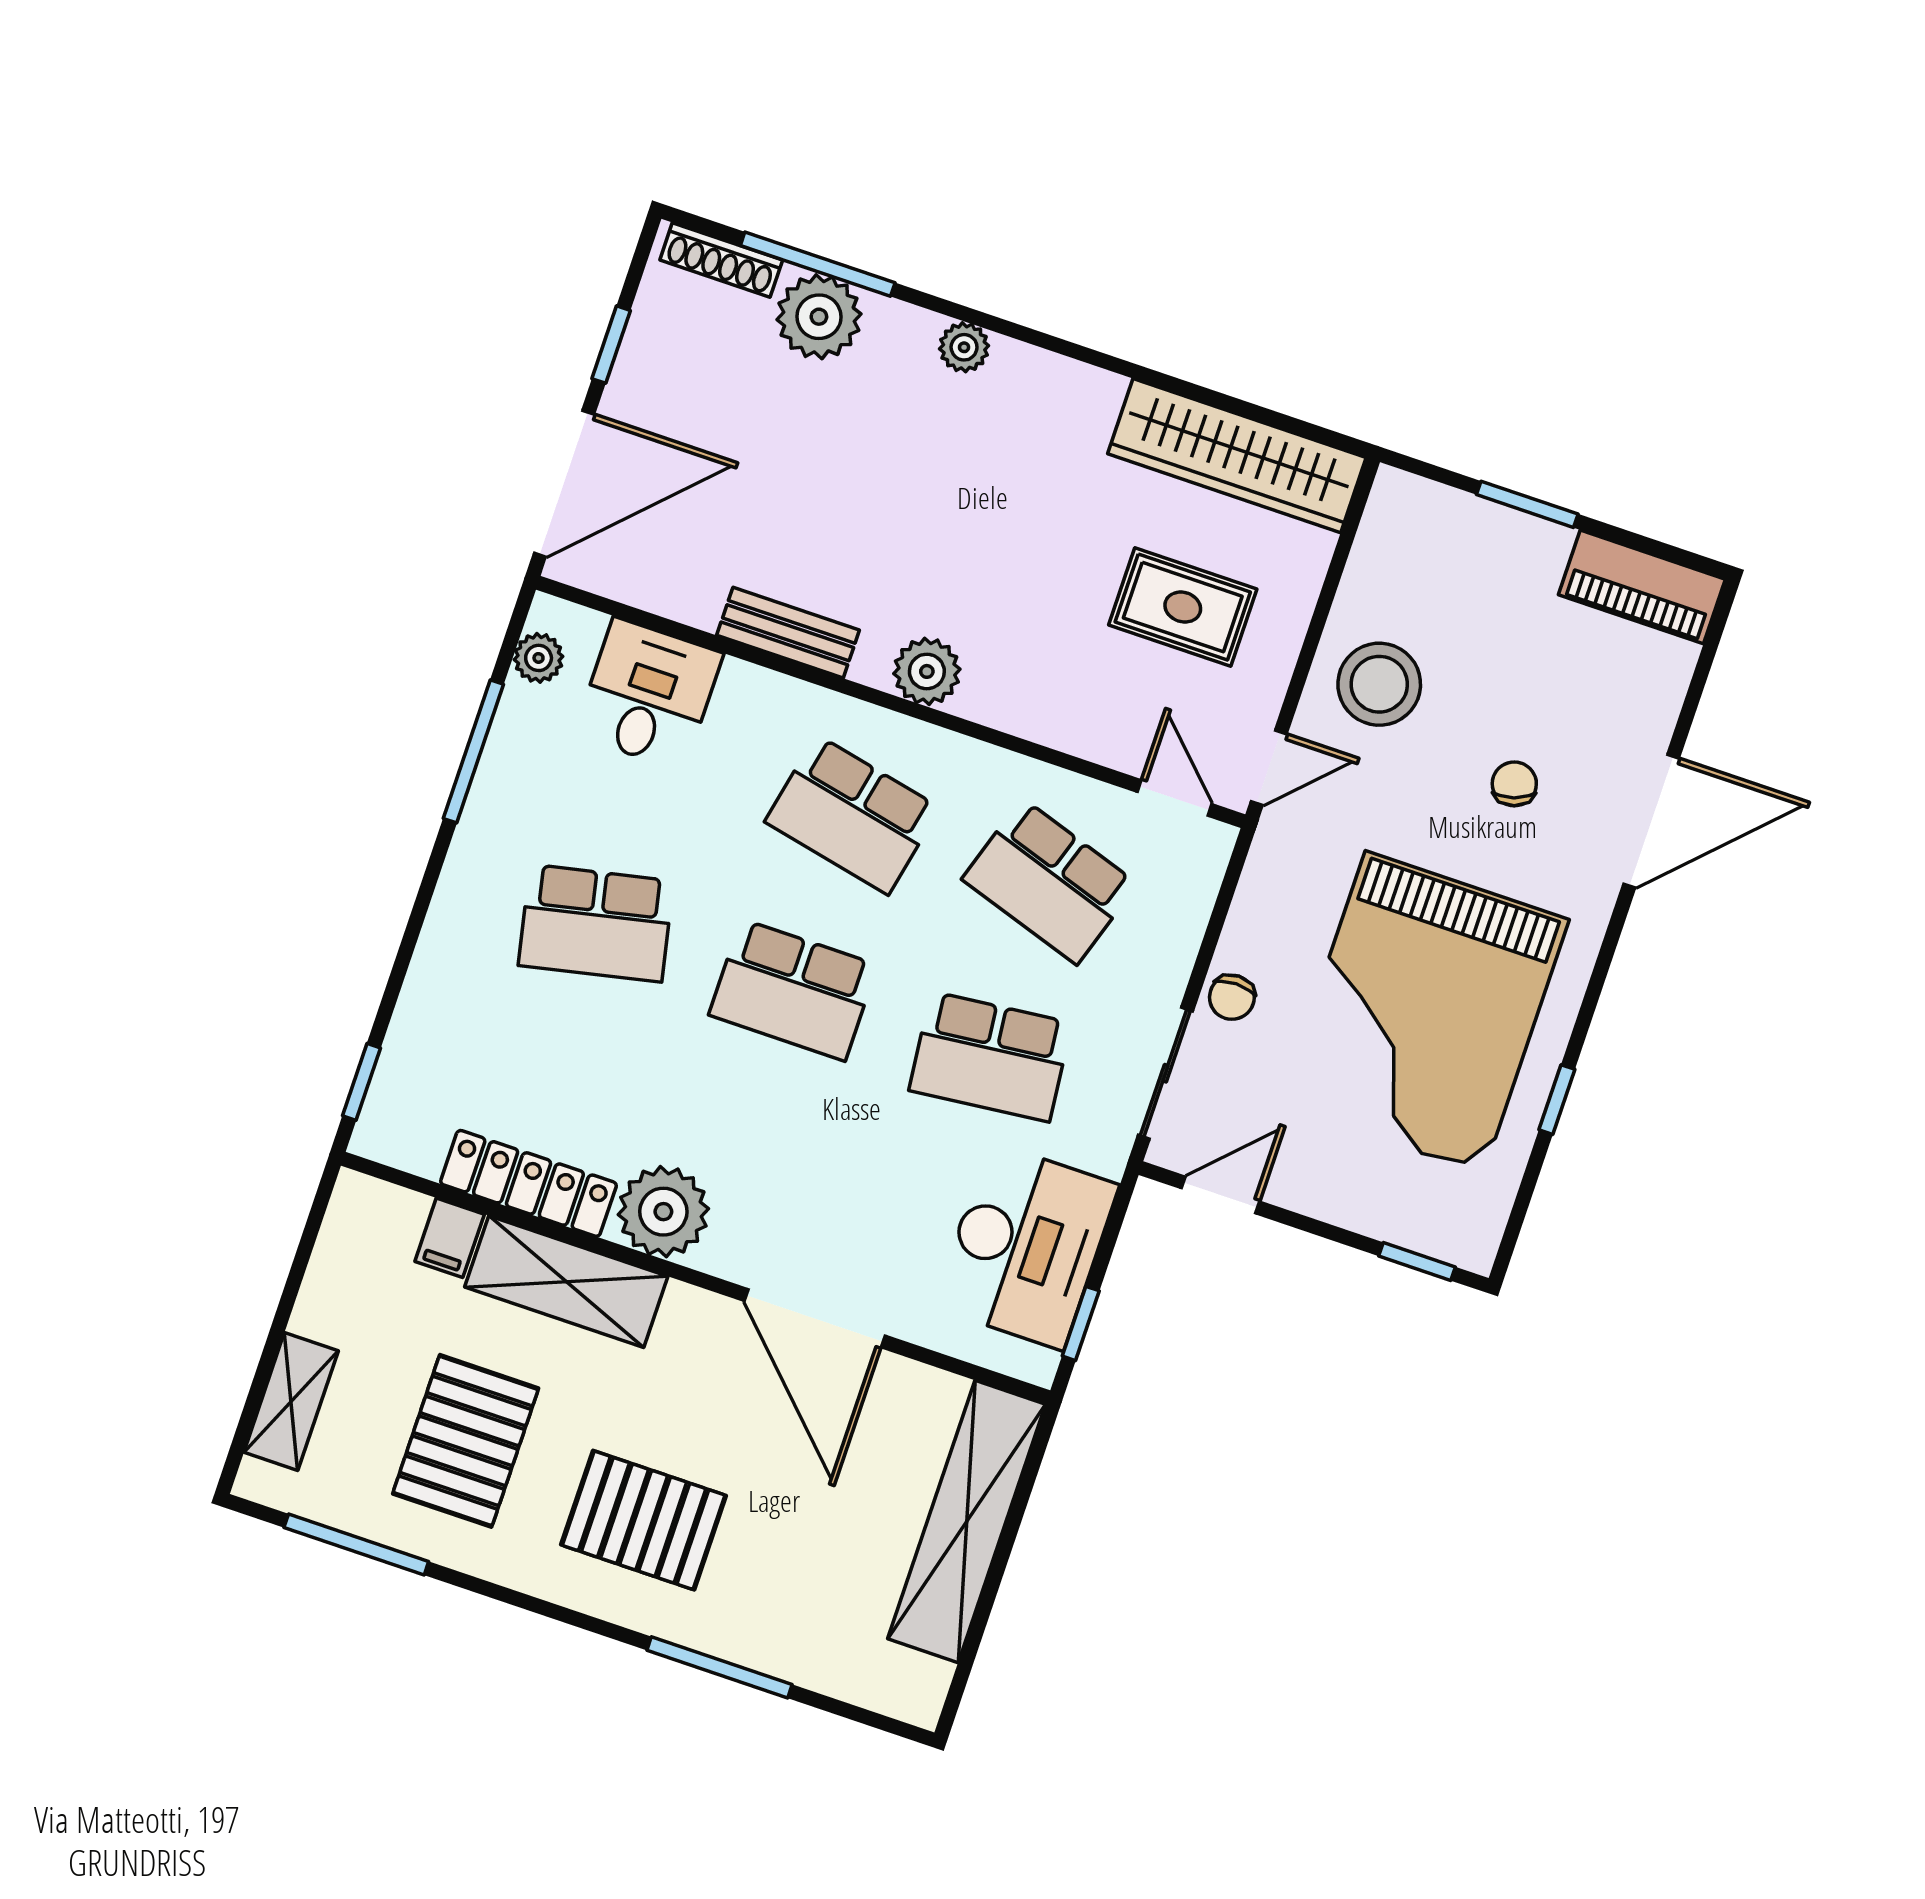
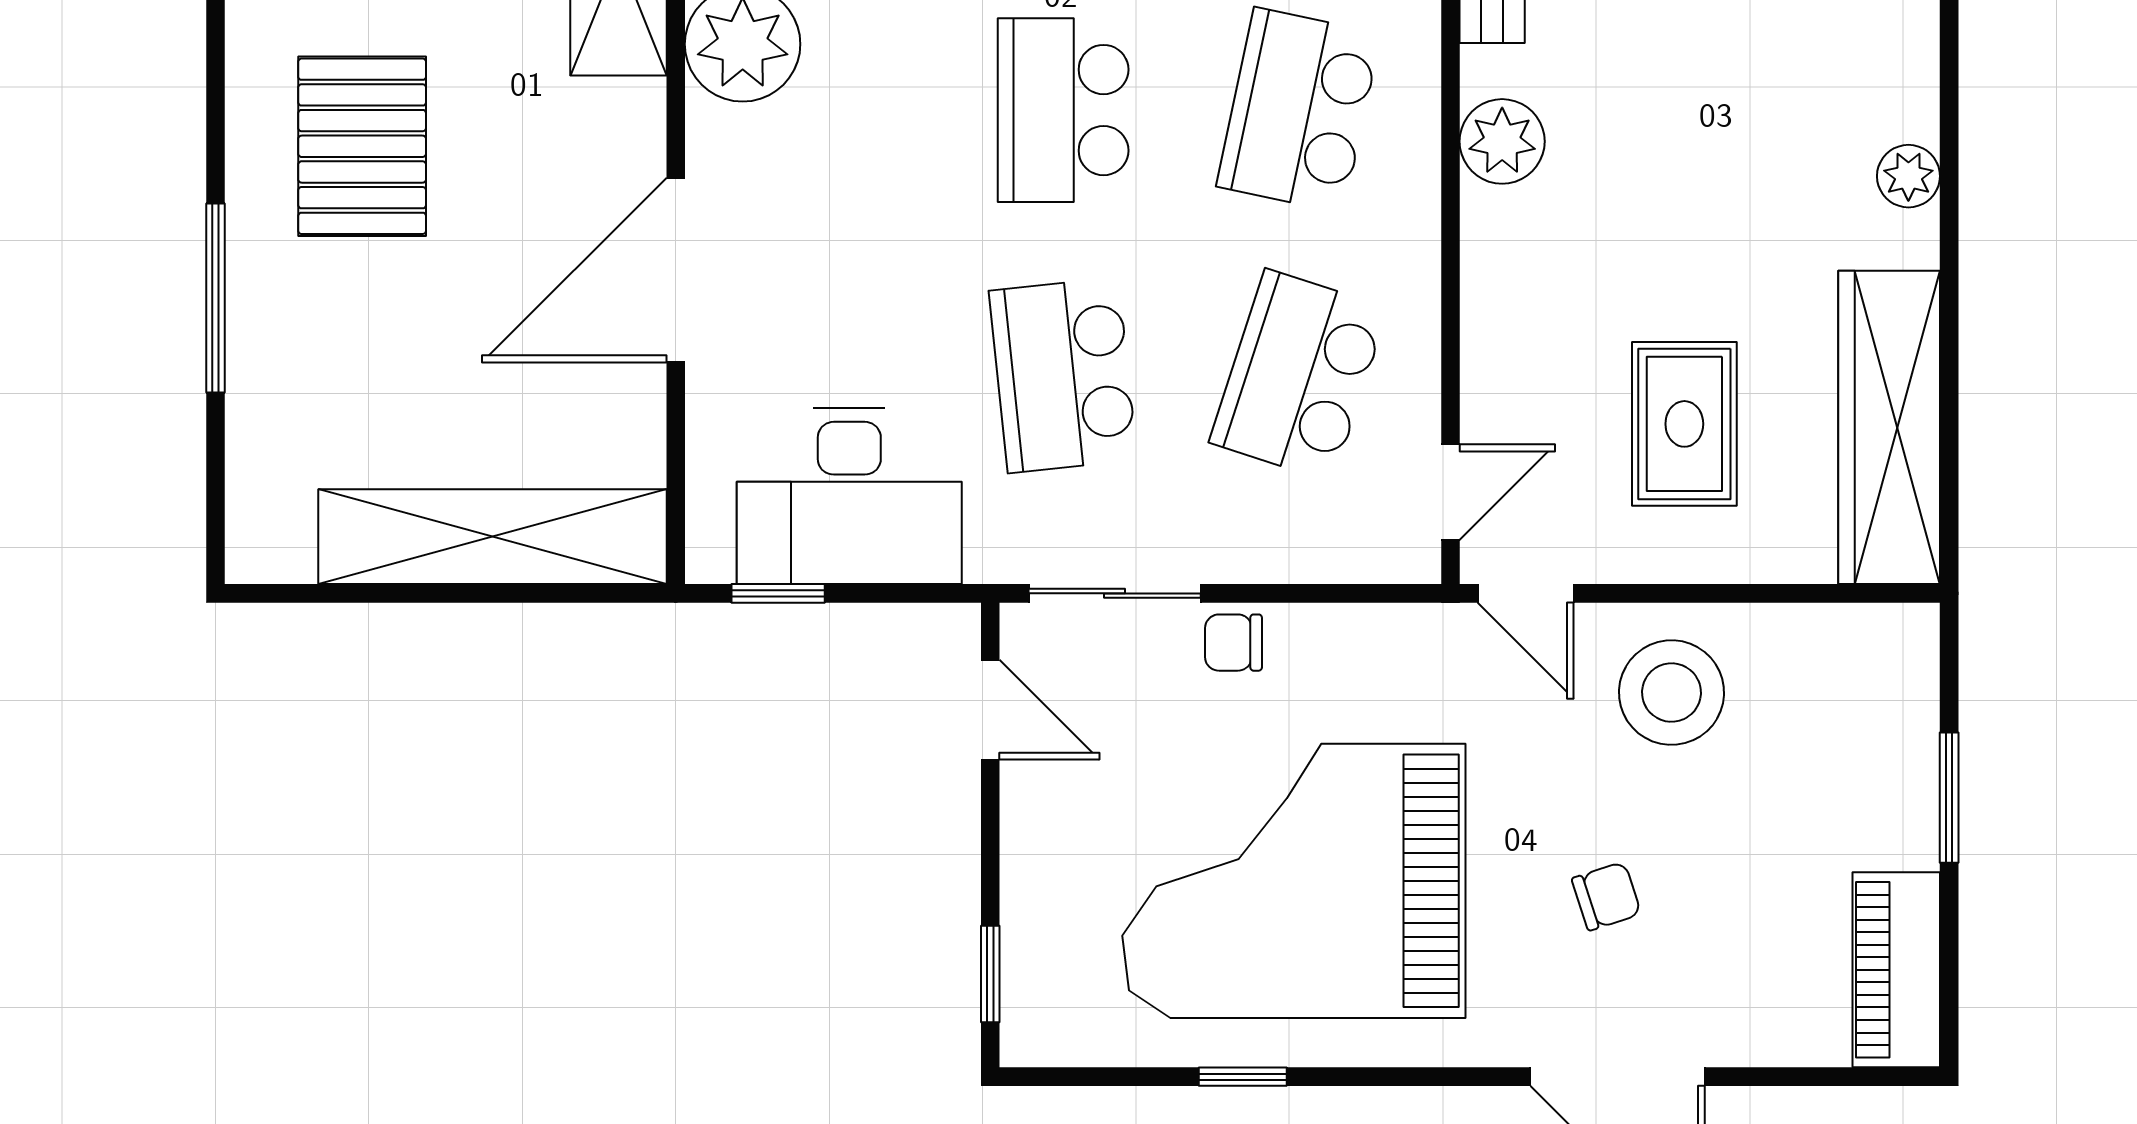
plant: (964, 347) -> (1908, 176), moved

